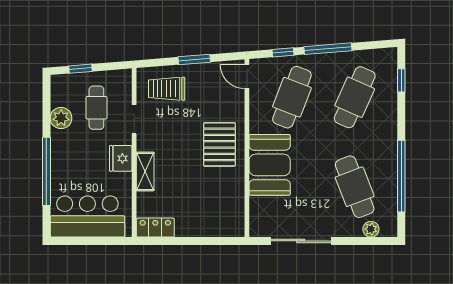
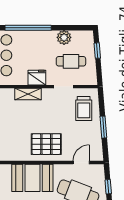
door: (247, 77) -> (81, 162), moved
trolley: (167, 89) -> (84, 109), turned 180

